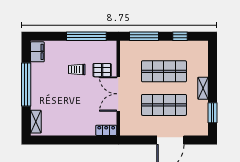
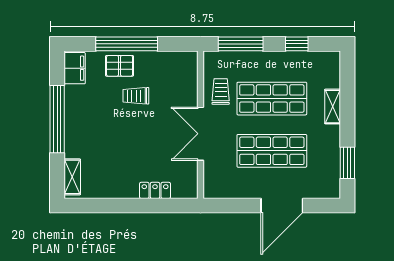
window: (86, 36) -> (127, 44), moved
trolley: (131, 67) -> (221, 92), added
pallet: (102, 70) -> (120, 66), moved
shelving: (203, 88) -> (333, 107), moved
locker: (106, 130) -> (155, 190), moved

